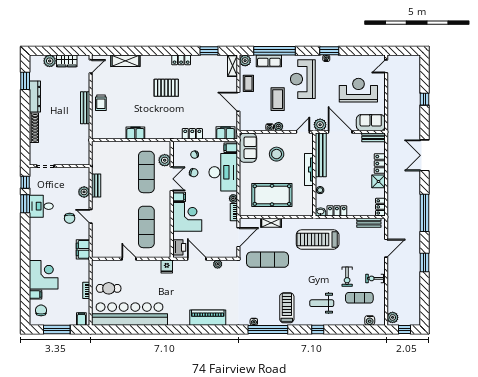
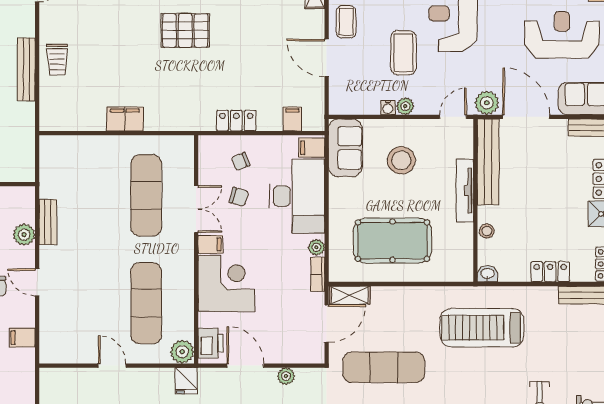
filing cabinet: (226, 133) -> (292, 119), width x0.50
plant: (165, 160) -> (182, 352), moved
locker: (337, 211) -> (550, 272), moved
shelving: (271, 223) -> (350, 295), moved
filing cabinet: (83, 249) -> (22, 338), width x0.50

